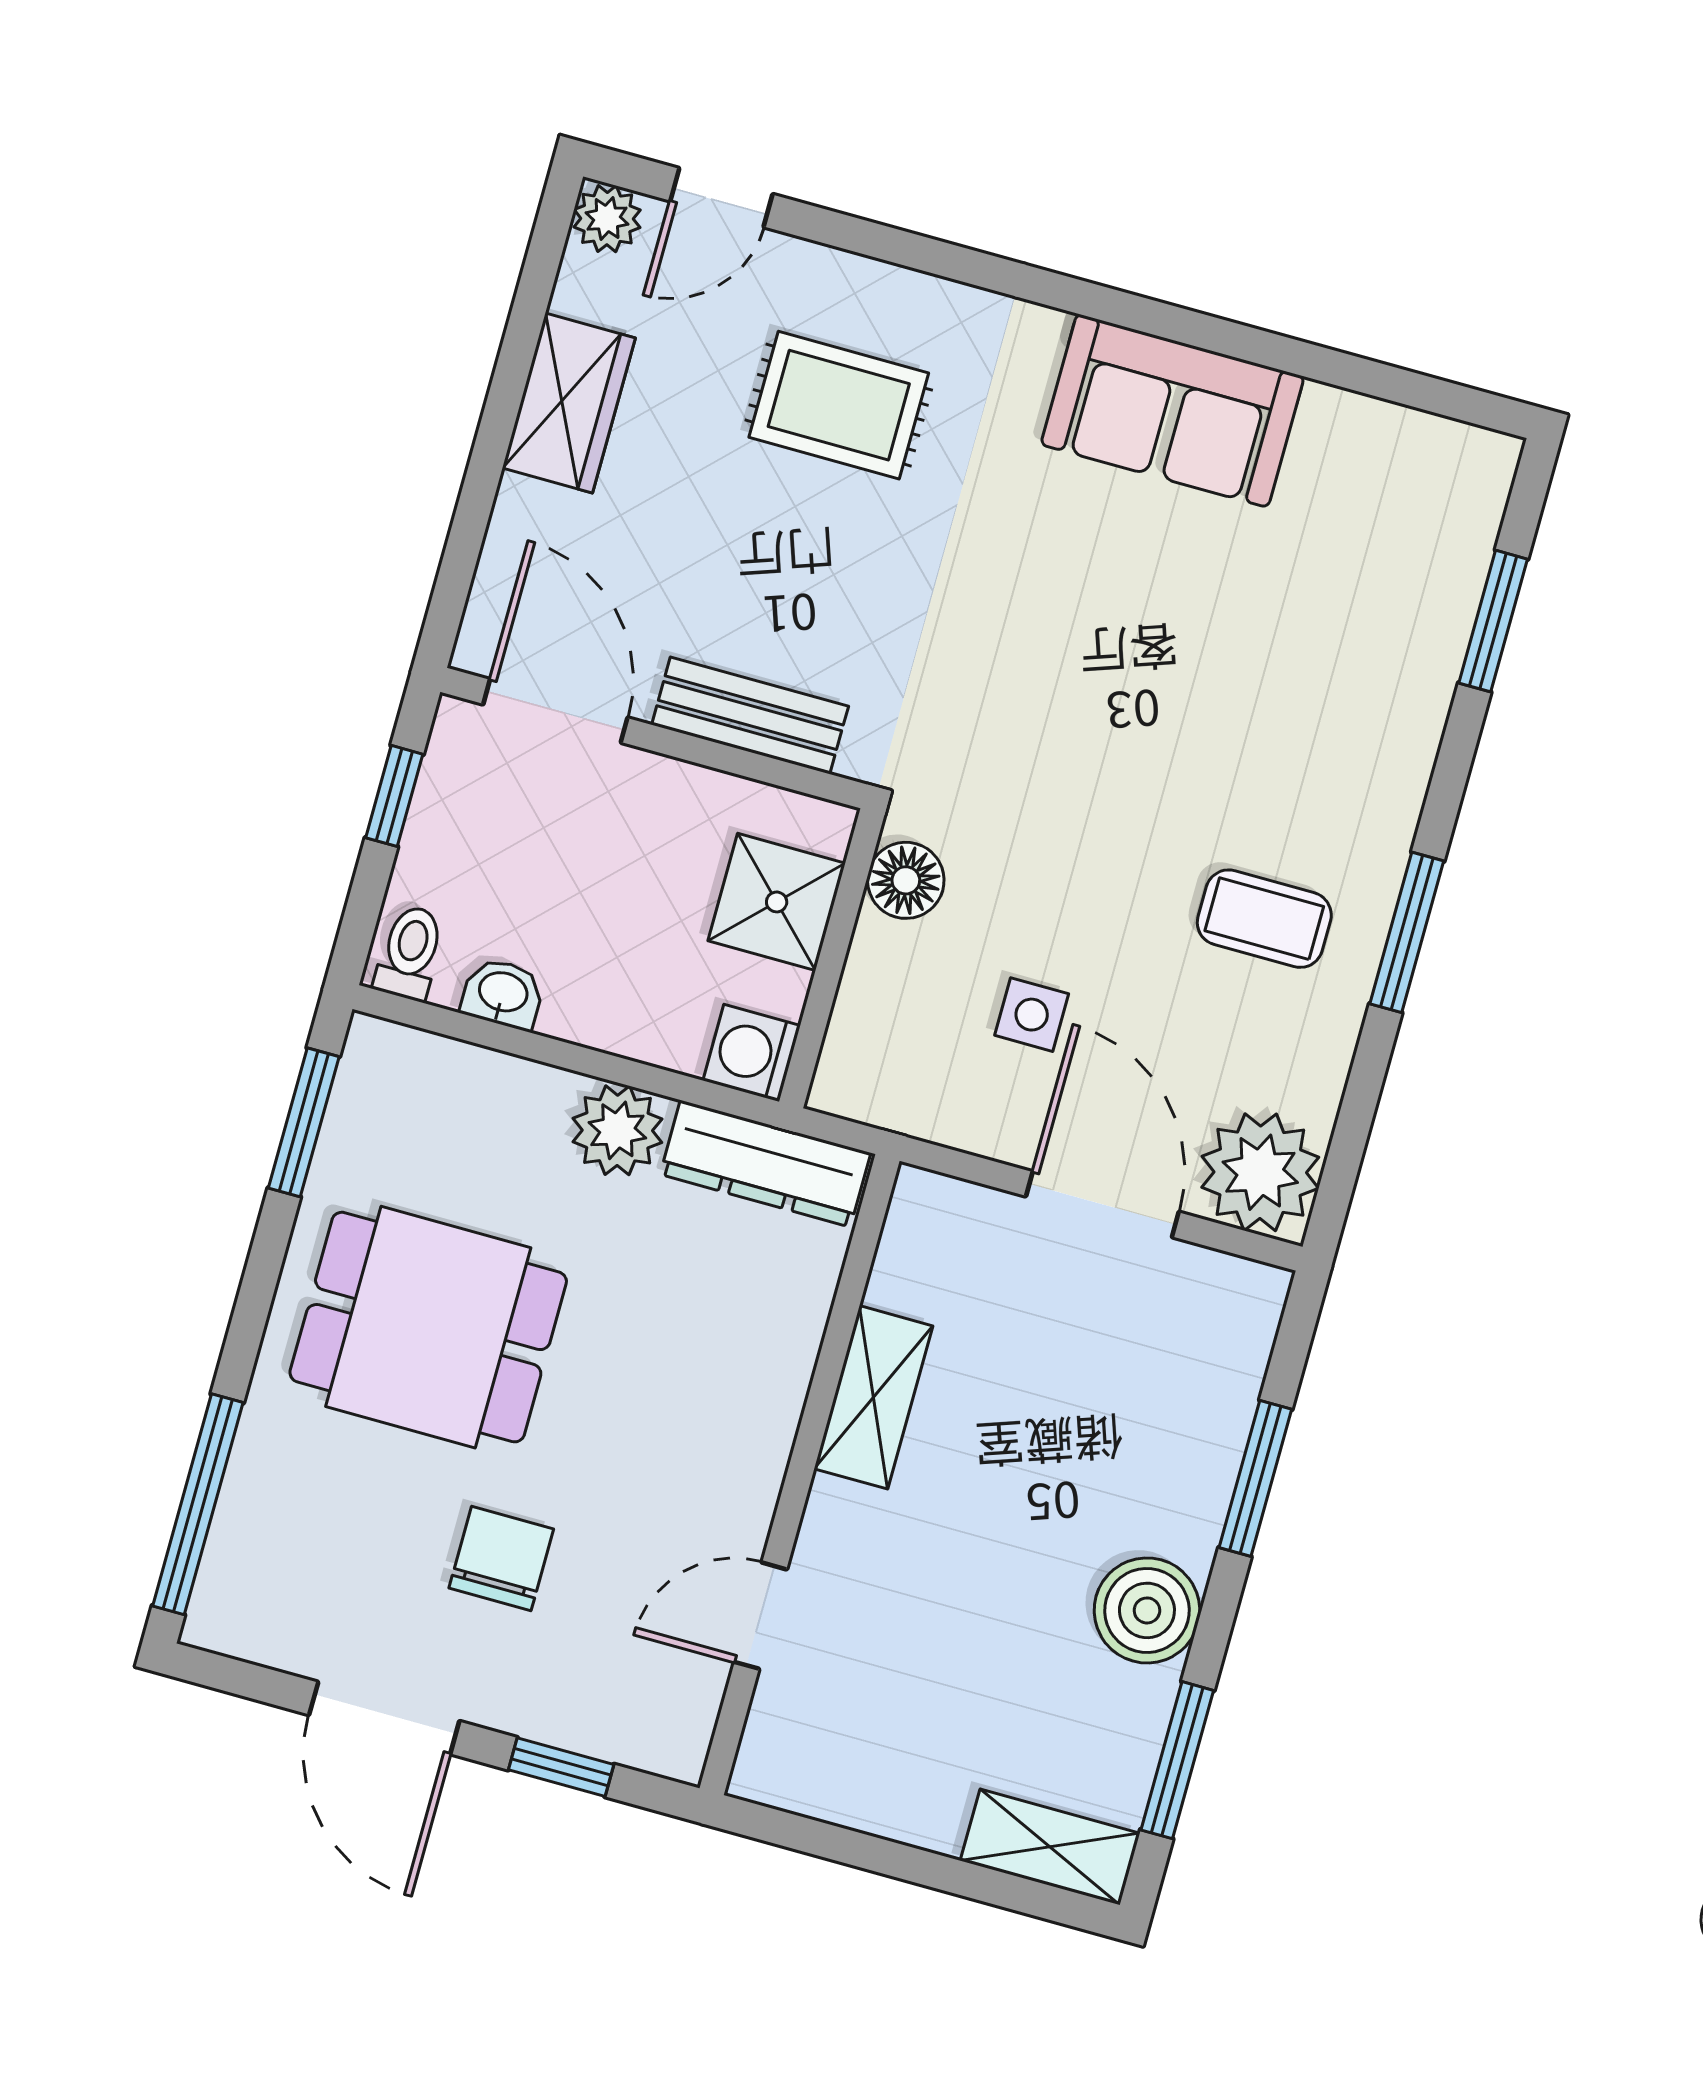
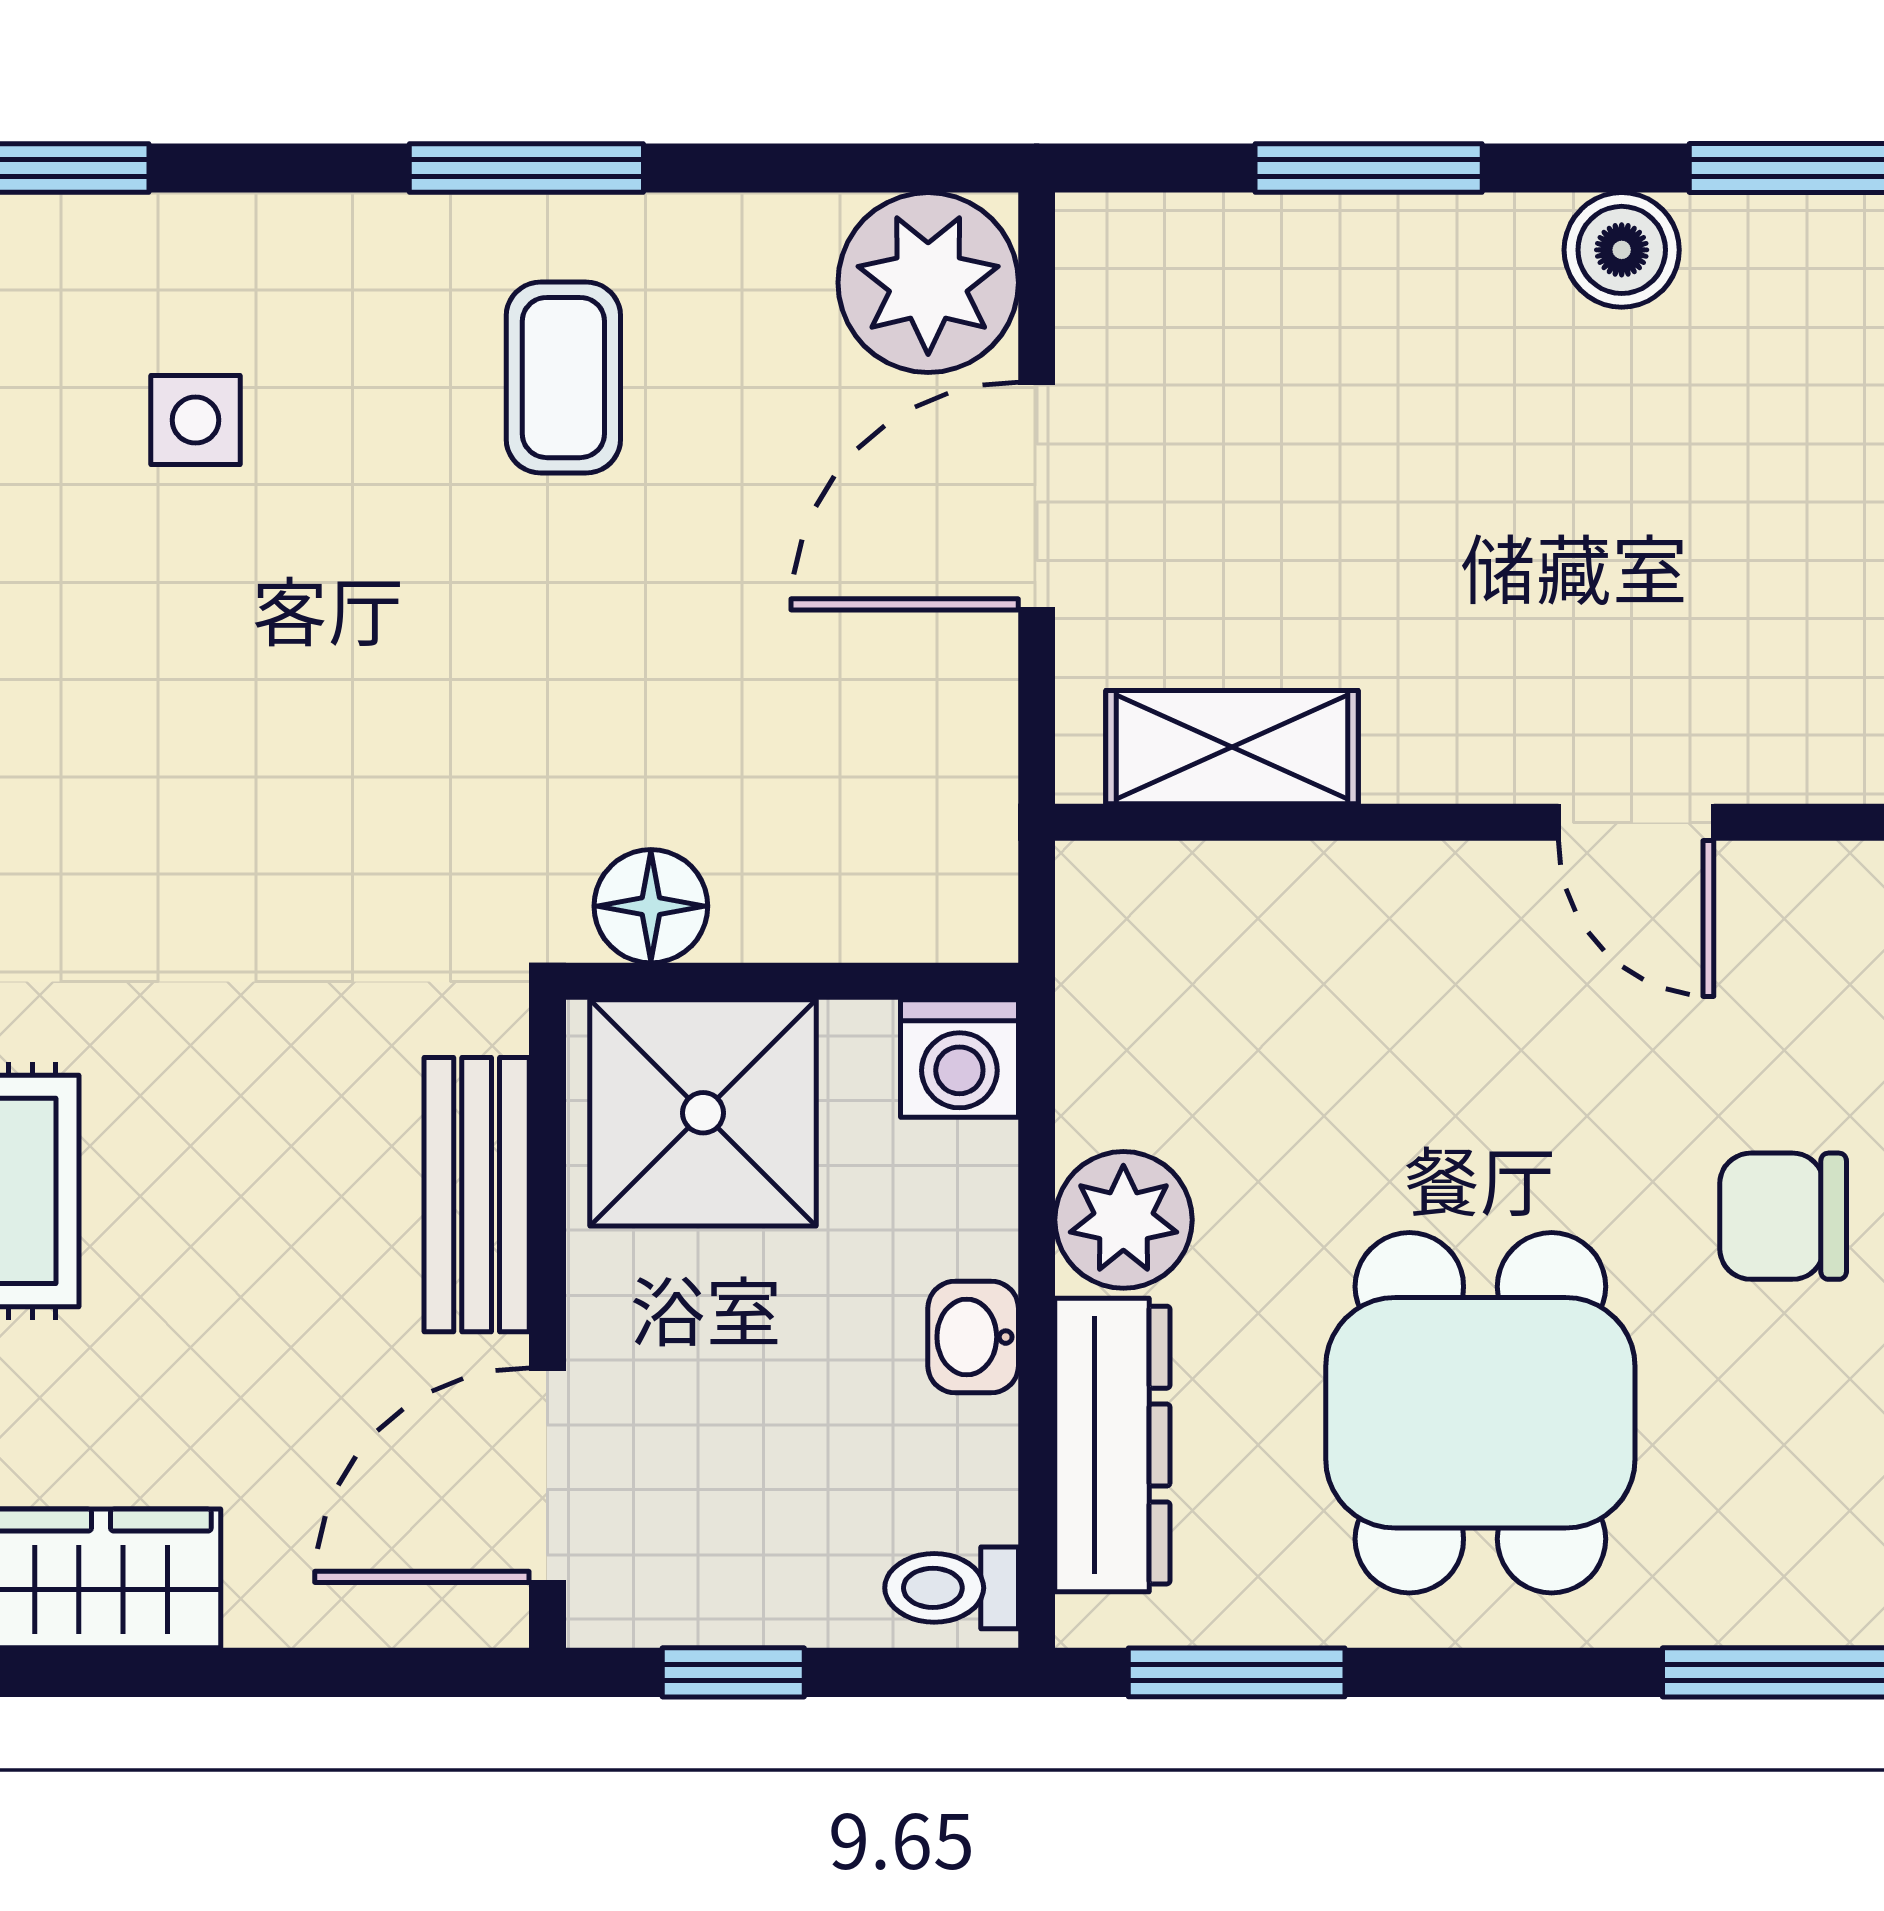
shower: (777, 902) -> (703, 1113), width x1.36, depth x1.36
washbasin: (503, 994) -> (973, 1337), moved
side table: (1032, 1015) -> (196, 420), moved
dresser: (765, 1164) -> (1112, 1445), moved
shelving: (873, 1397) -> (1232, 747), moved
boiler: (1147, 1610) -> (1622, 250), width x0.73, depth x0.73
door: (760, 1616) -> (1636, 822), moved

